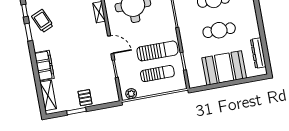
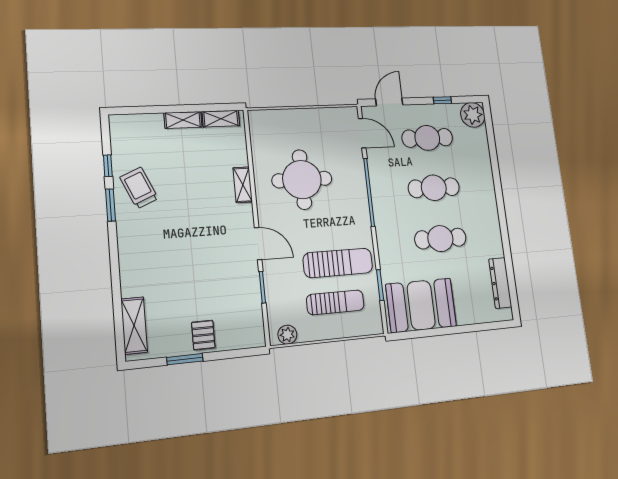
filing cabinet: (44, 66) -> (133, 269), removed
booth: (224, 68) -> (421, 305), moved

